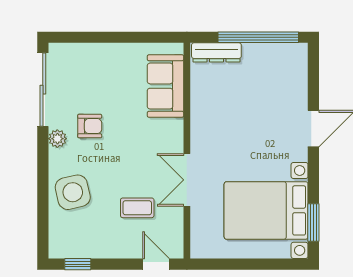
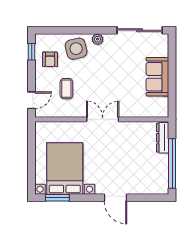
sofa: (165, 86) -> (157, 77), moved, turned -90
armchair: (90, 126) -> (50, 59), moved
plant: (57, 139) -> (98, 39), moved
double door: (187, 180) -> (103, 119), moved

